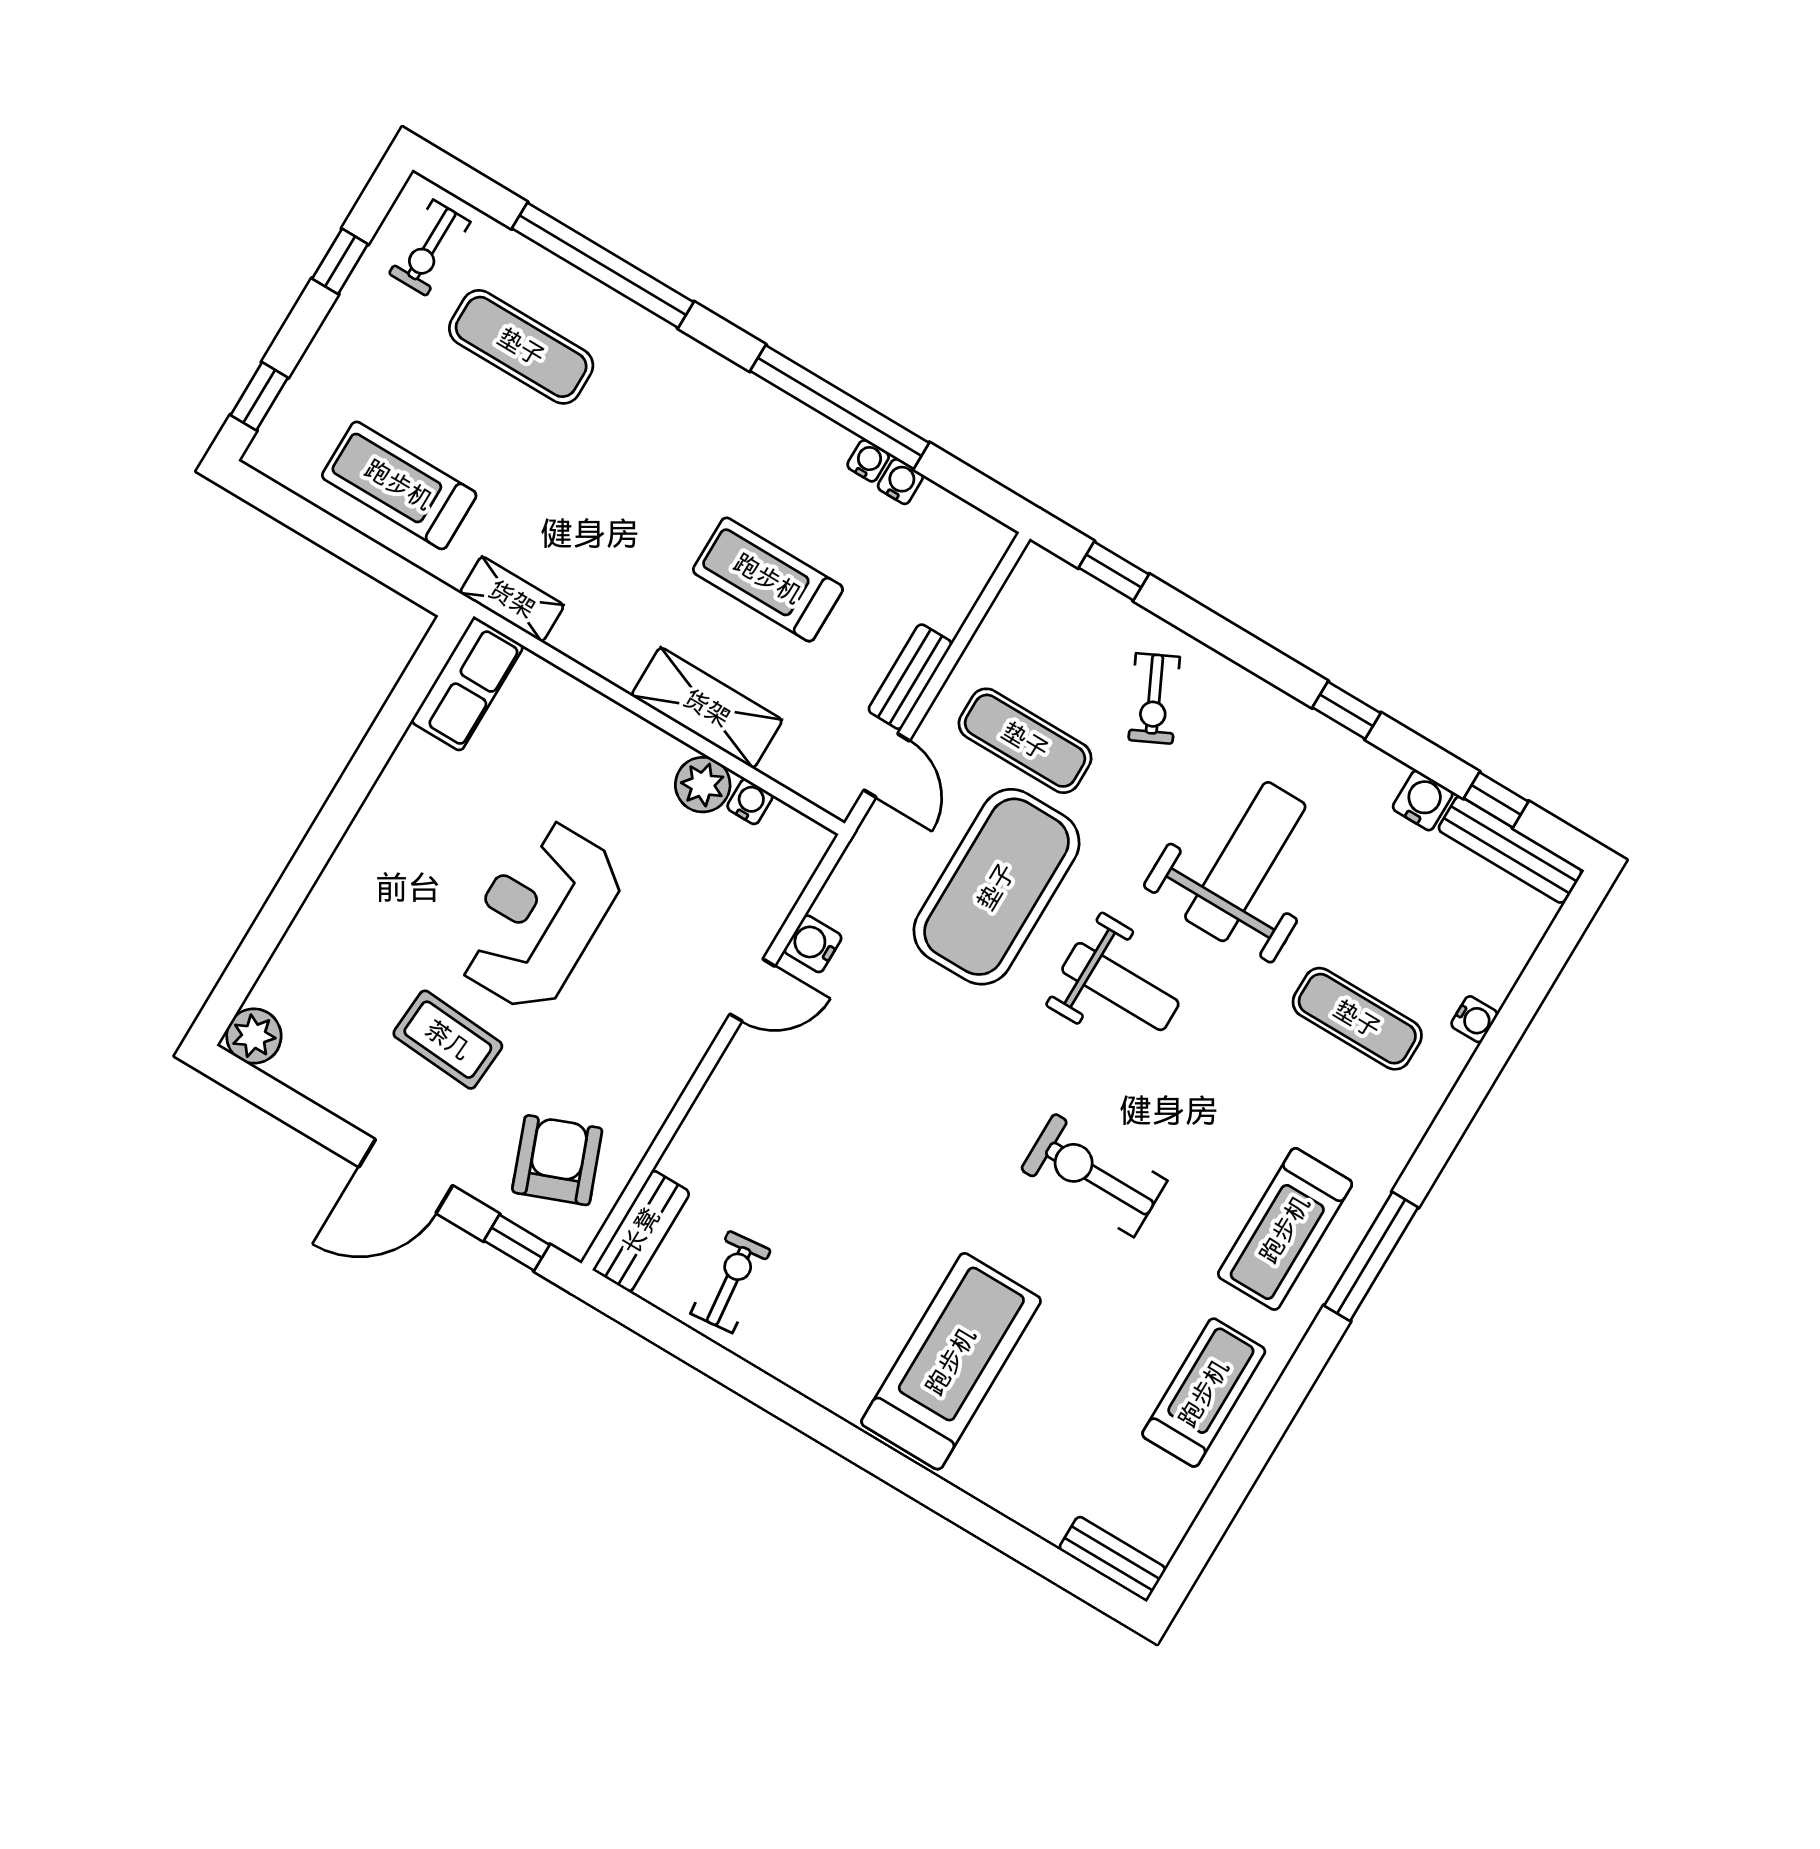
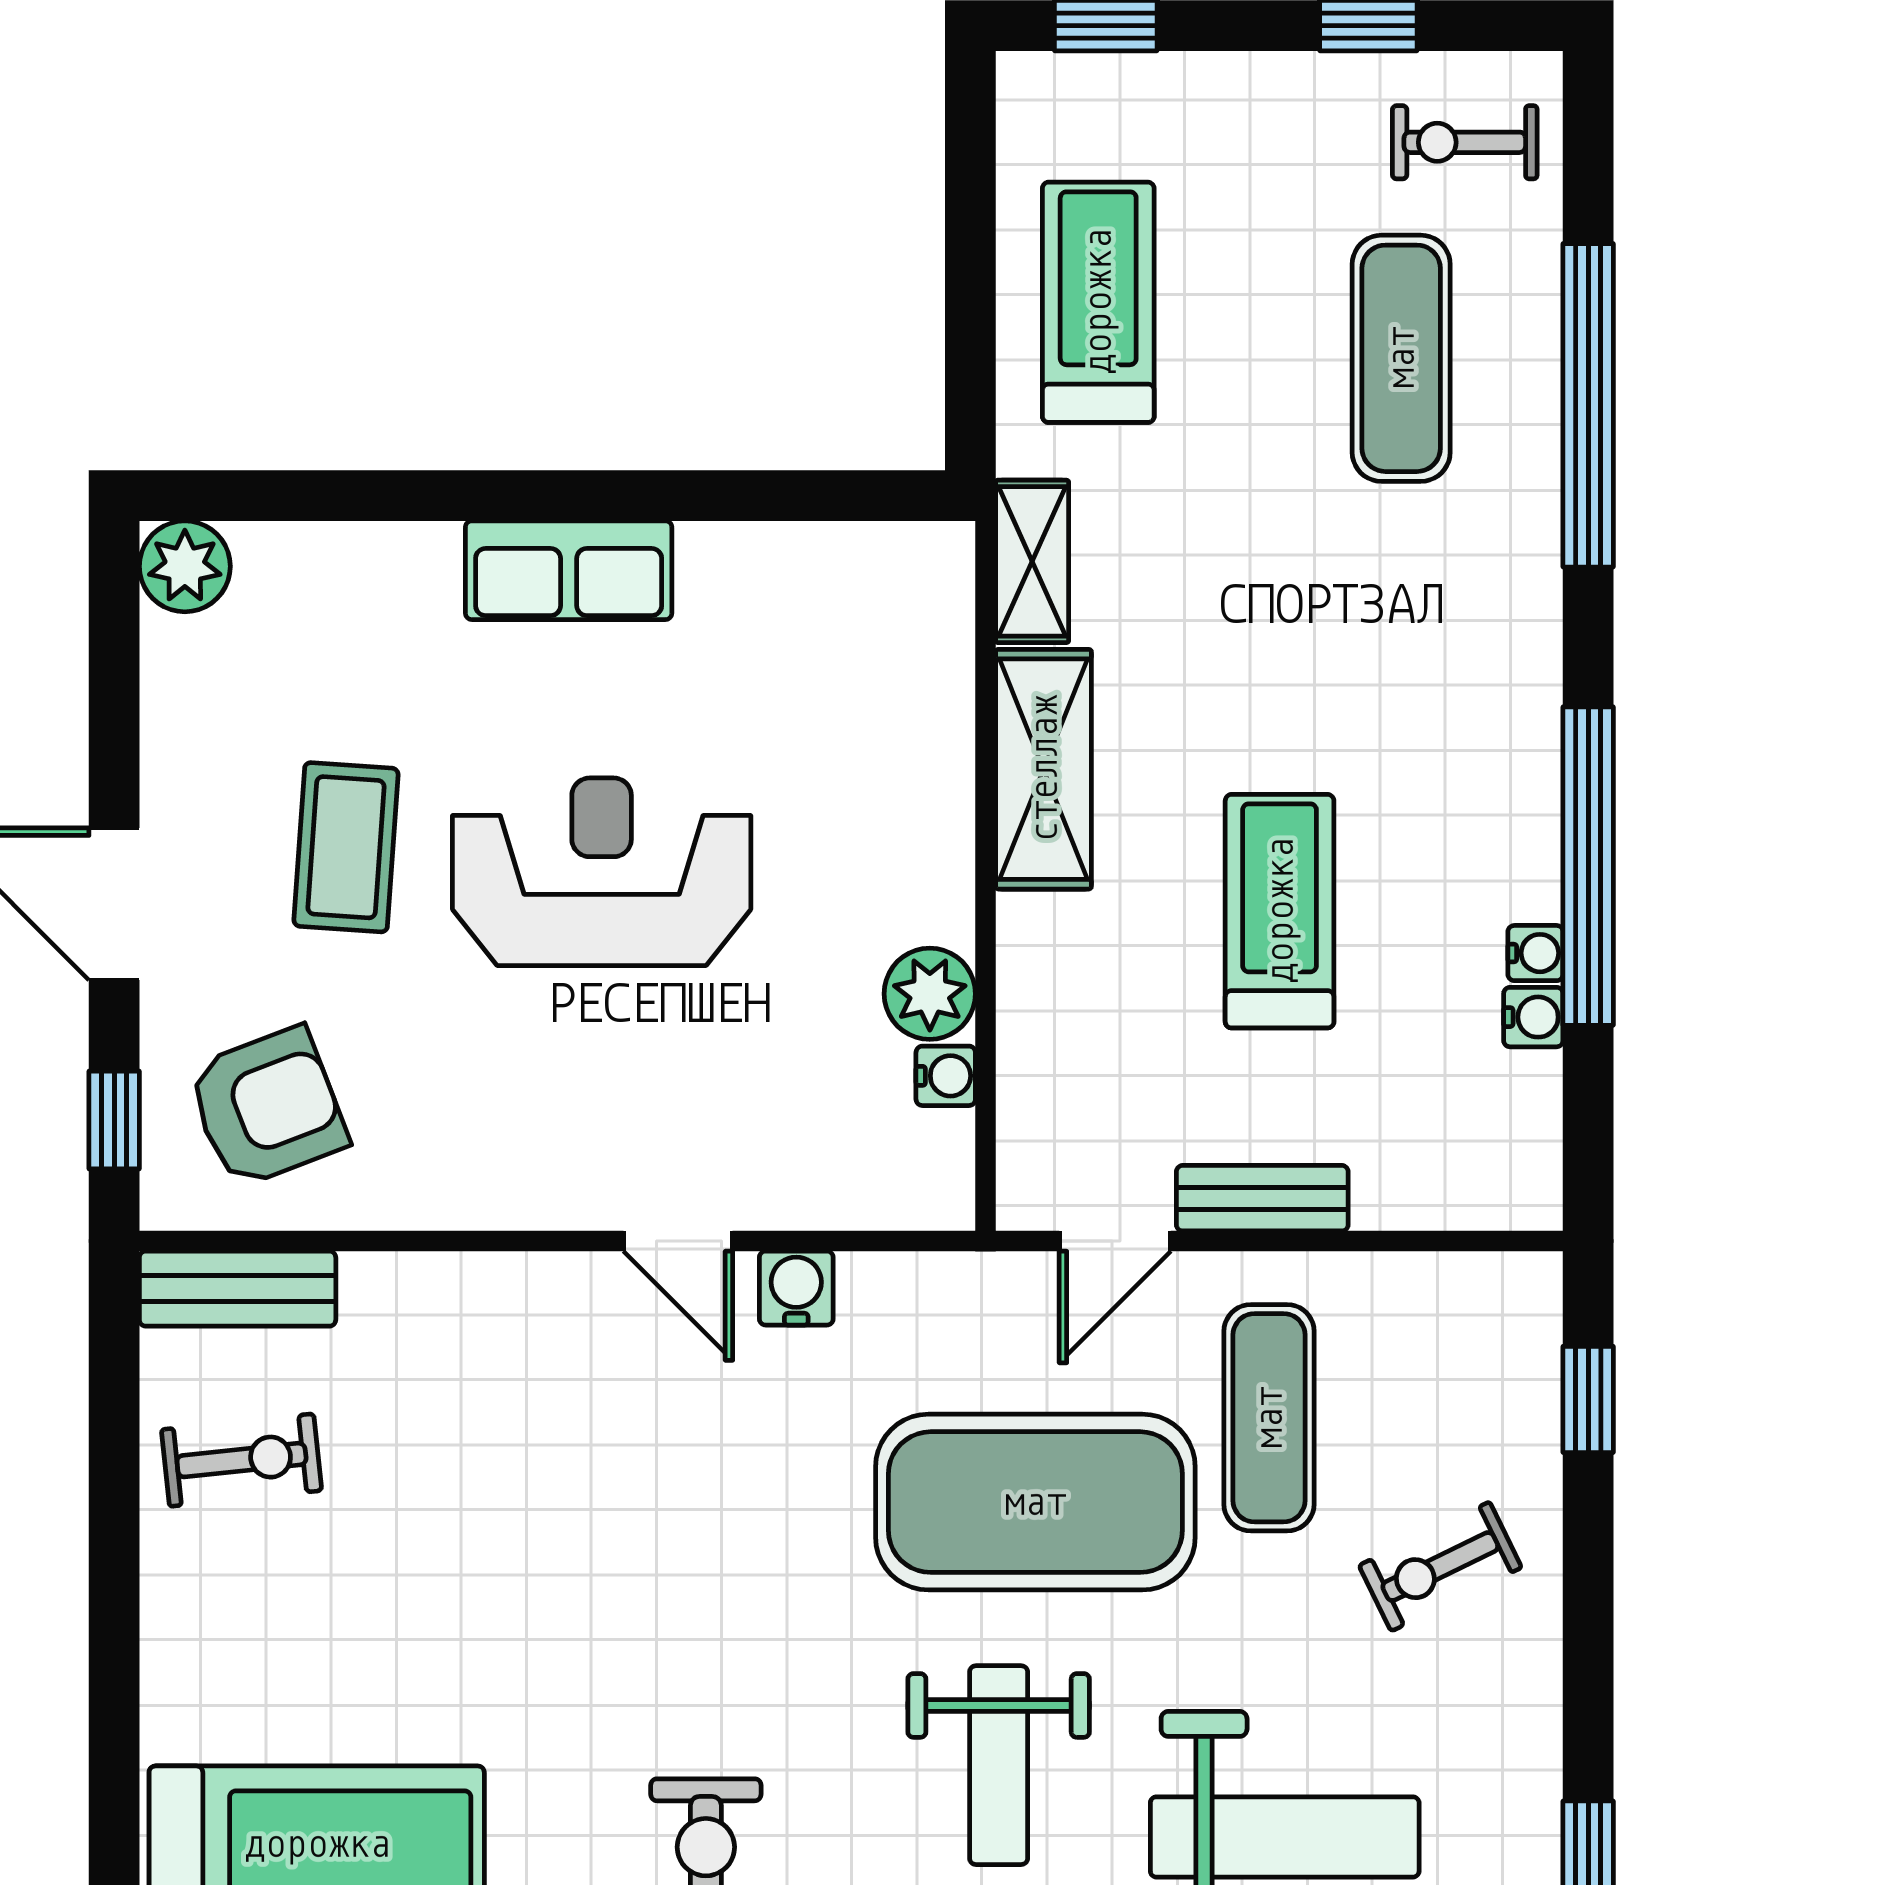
row of seats: (467, 684) -> (569, 570), moved
shelving: (707, 708) -> (1044, 769), moved

